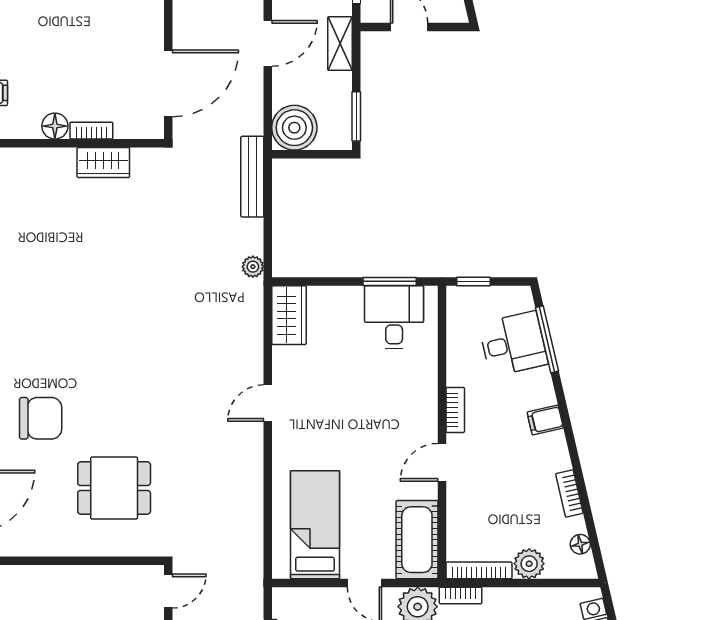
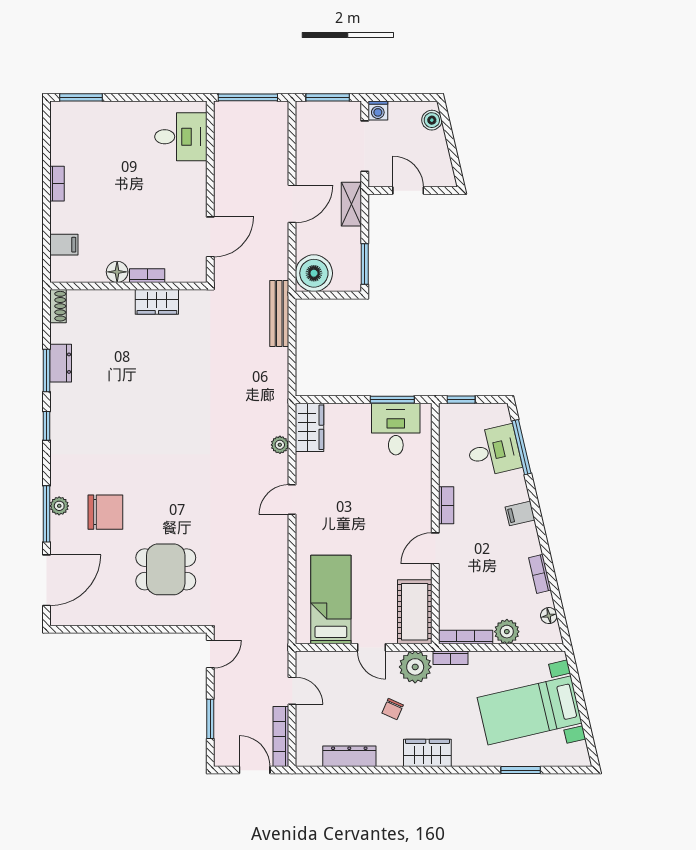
door: (168, 83) -> (210, 237), width x0.73
plant: (253, 267) -> (280, 445), moved

